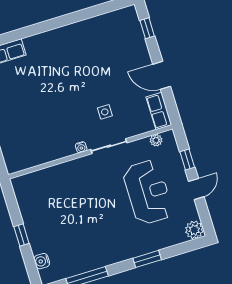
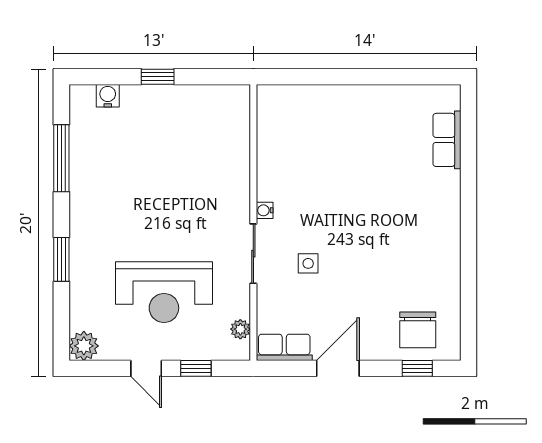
chair: (124, 35) -> (418, 330), added

